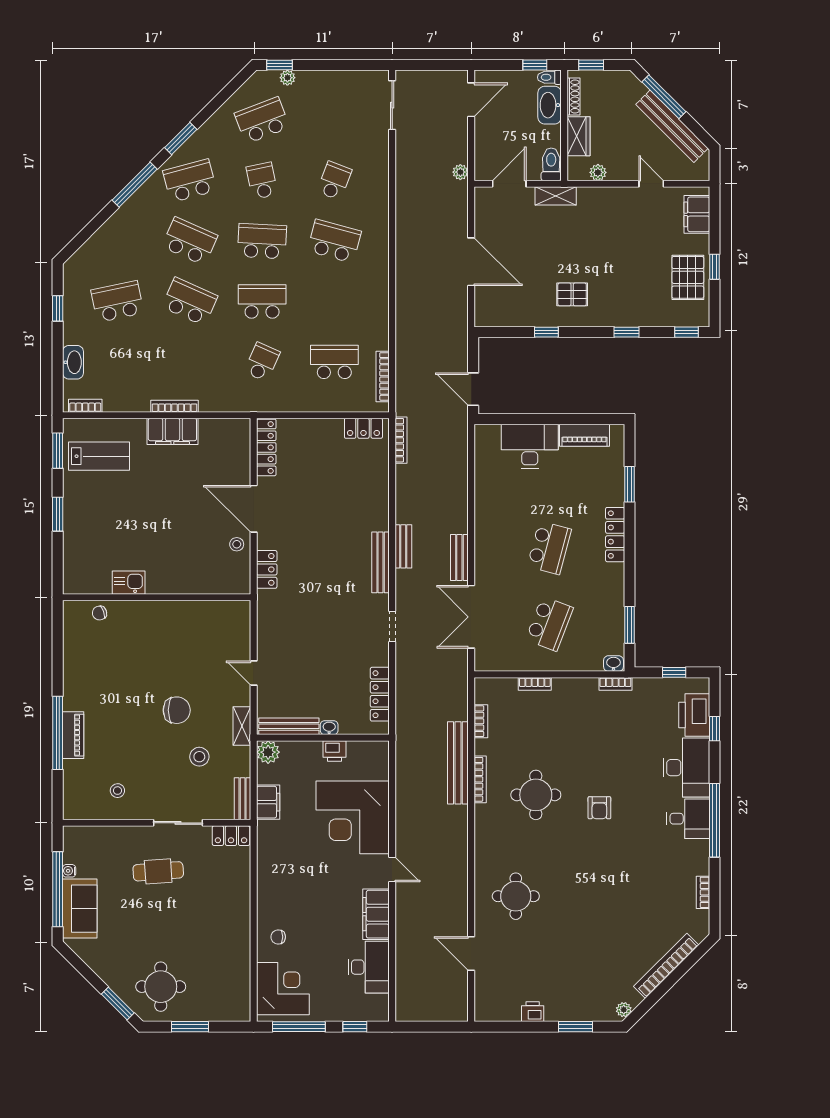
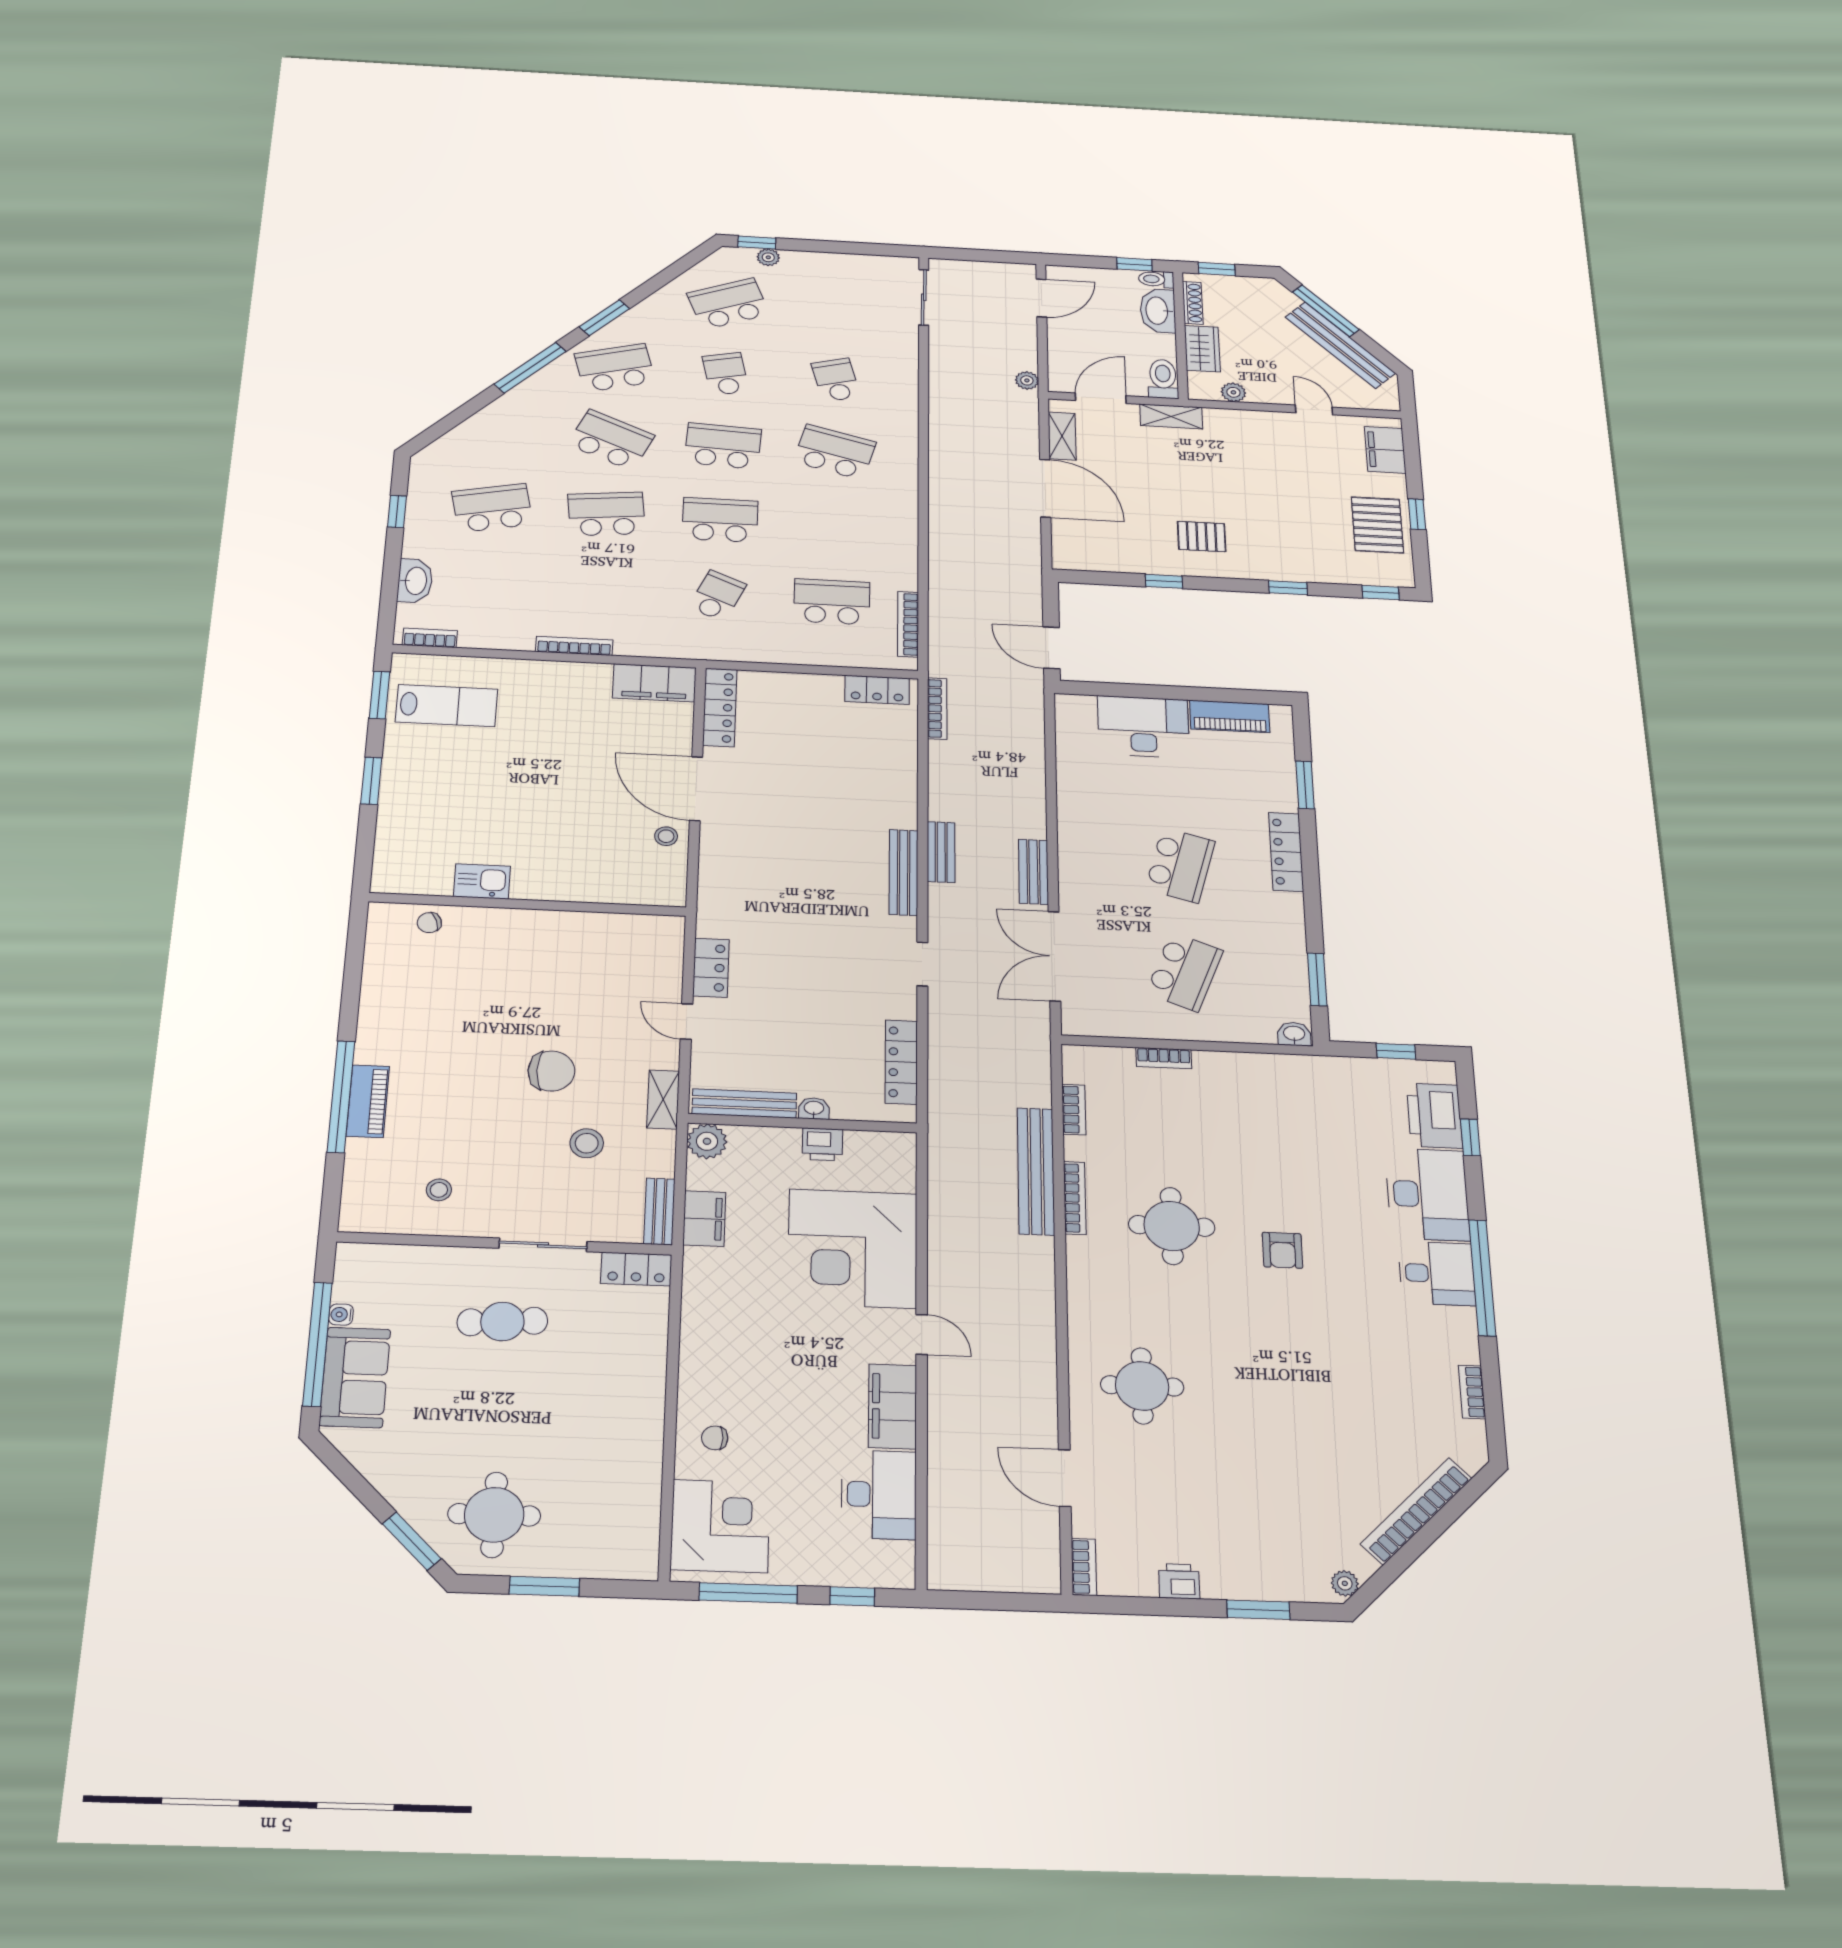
school desk: (334, 181) -> (836, 380), turned -36
shelving: (483, 218) -> (1062, 436), added
school desk: (190, 302) -> (606, 514), turned -30
filing cabinet: (172, 431) -> (654, 683), moved
locker: (267, 569) -> (711, 968), moved
bookcase: (615, 684) -> (1084, 1567), moved, turned -90

